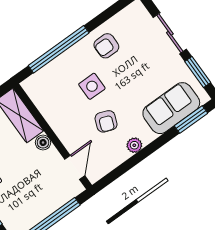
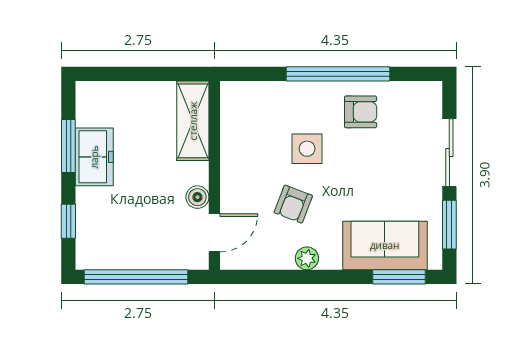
armchair: (106, 46) -> (361, 112), turned 180
window: (59, 49) -> (338, 74), moved
boiler: (43, 142) -> (197, 197), moved

